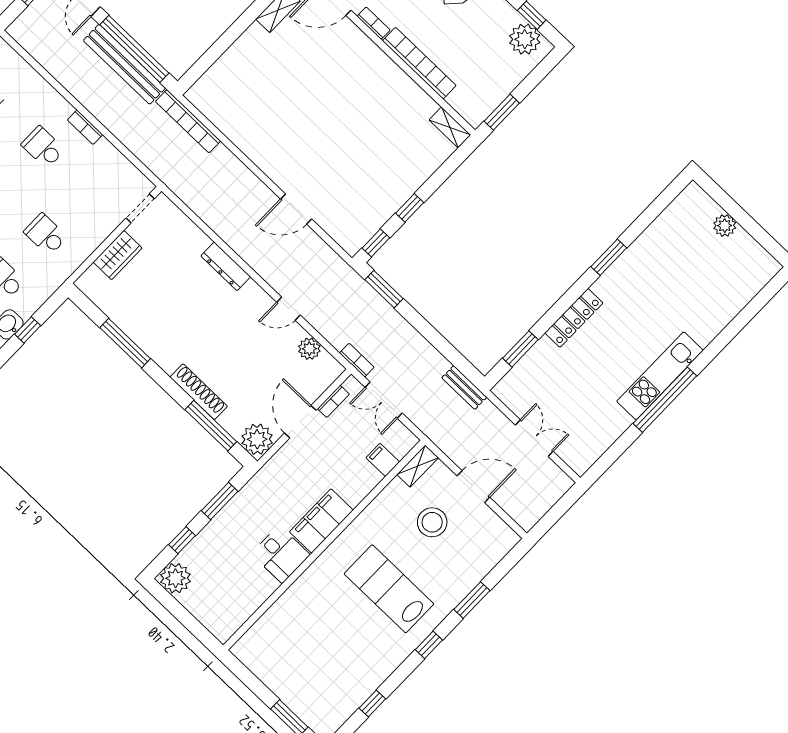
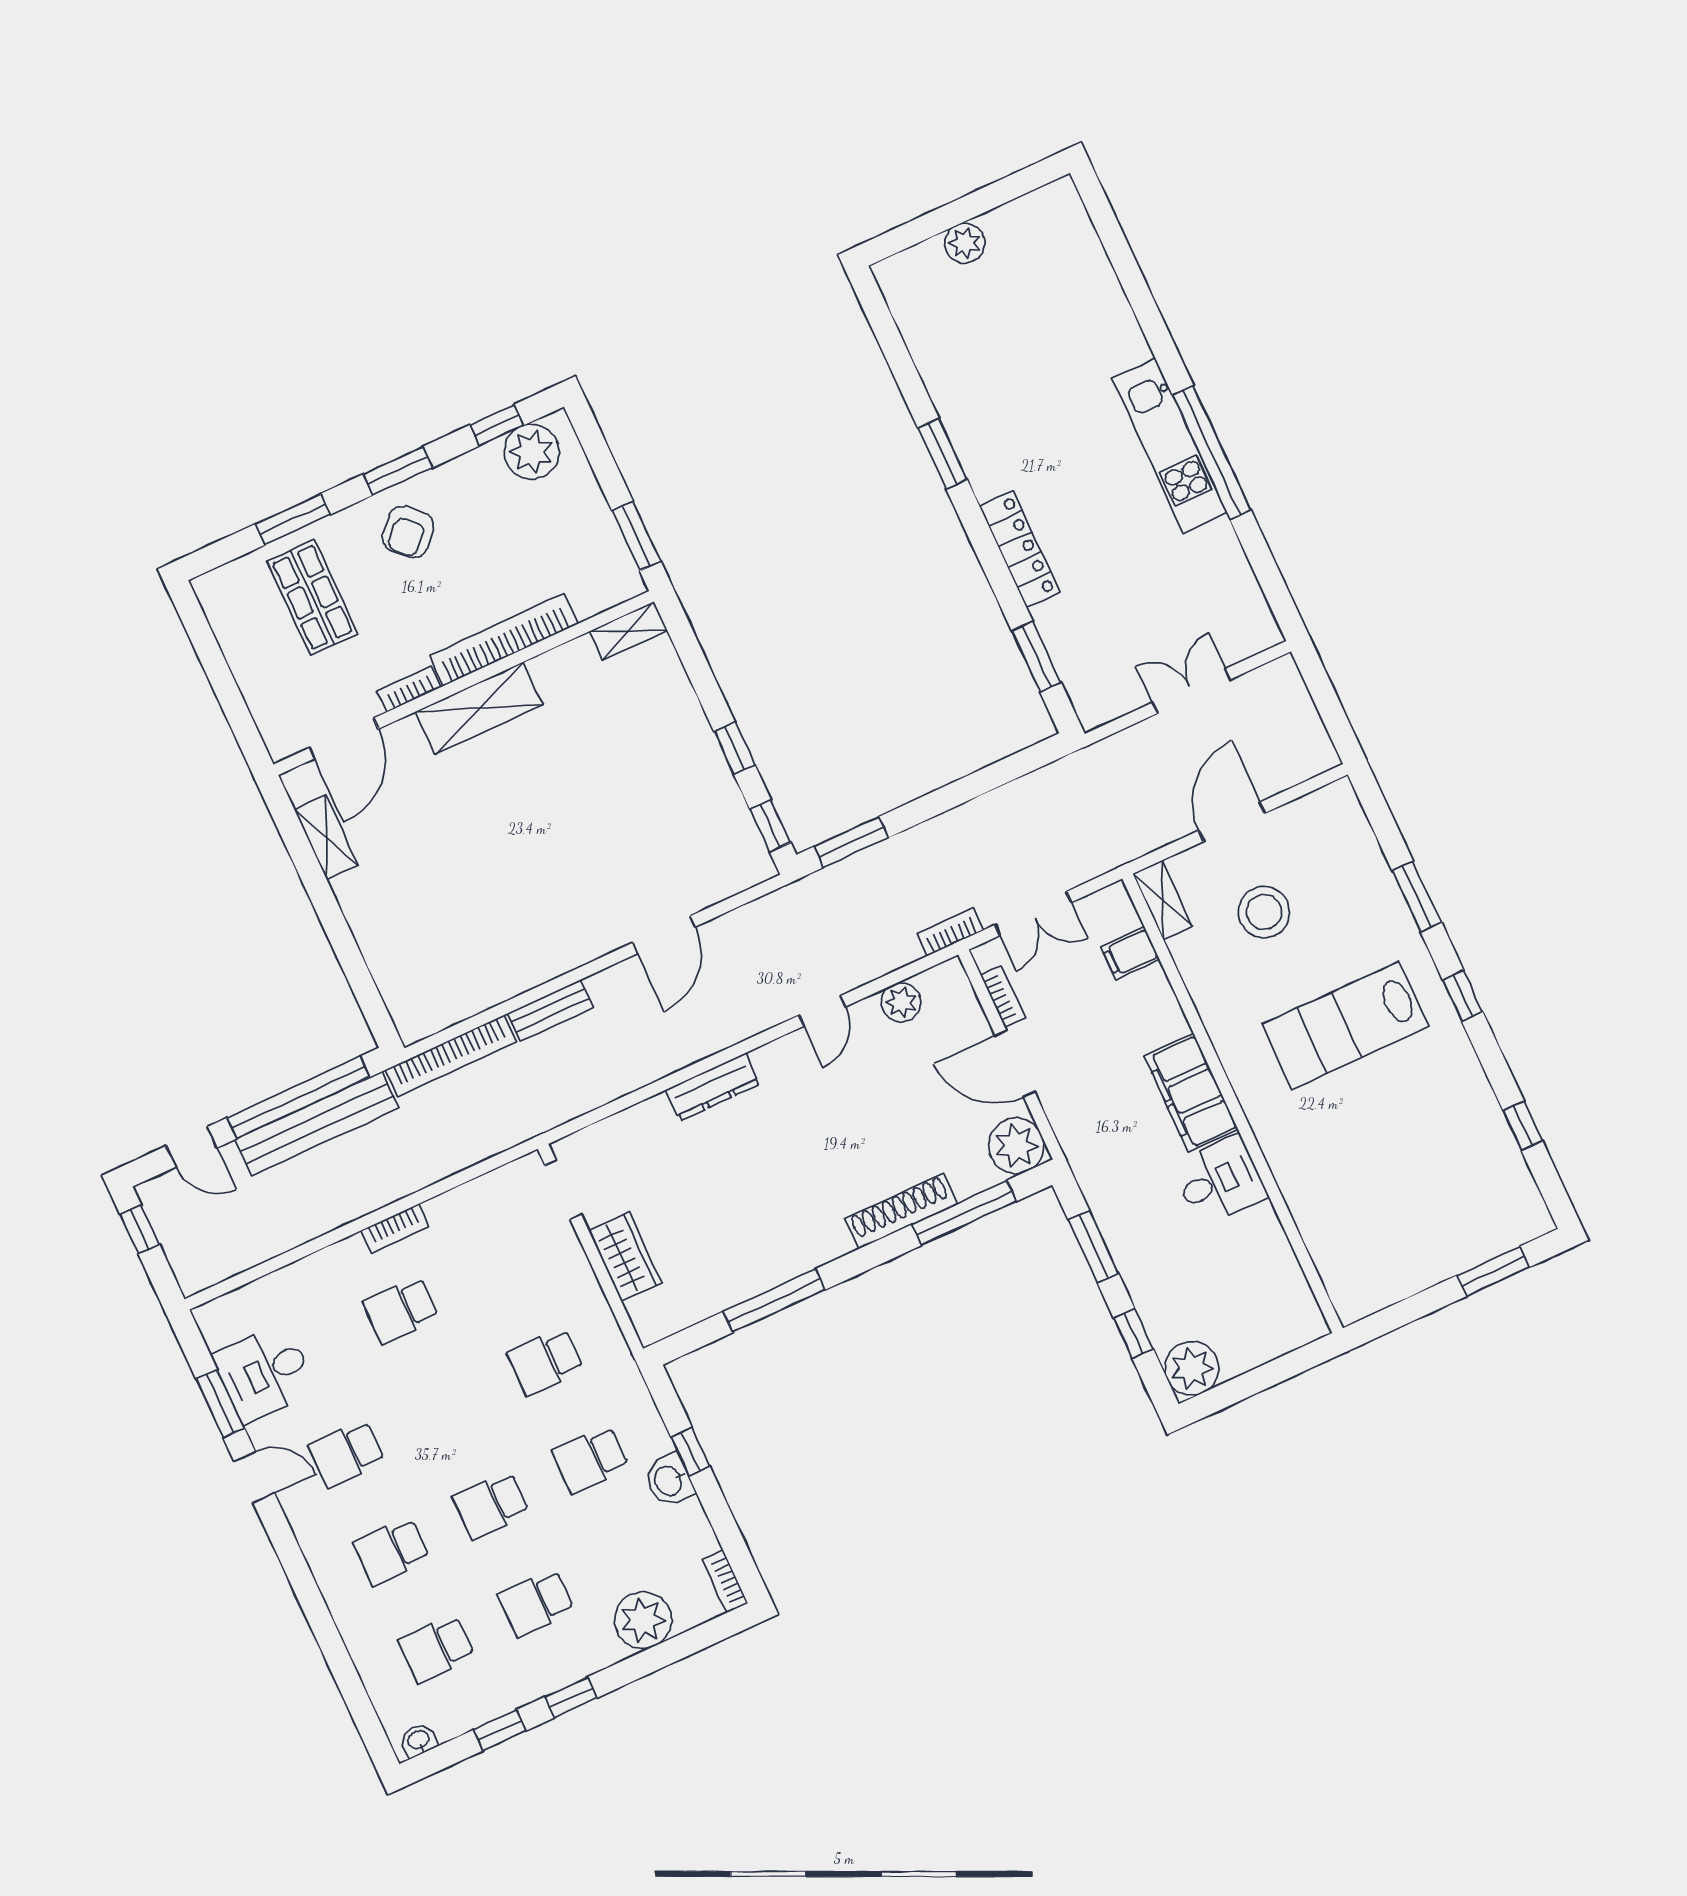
shelving: (378, 64) -> (479, 708), added
bench: (464, 387) -> (550, 1011), moved

